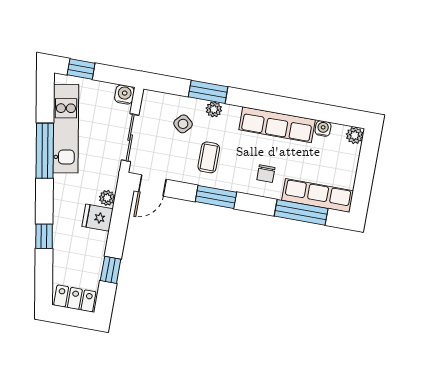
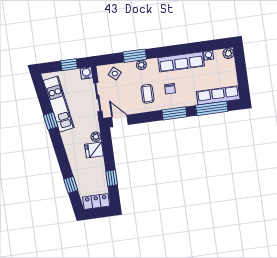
window: (81, 69) -> (69, 65), moved
side table: (183, 124) -> (115, 74), moved
window: (45, 151) -> (51, 121), width x0.46
chair: (266, 174) -> (170, 89), moved
door: (152, 186) -> (120, 121), swing flipped
window: (216, 197) -> (174, 113), moved
window: (44, 236) -> (71, 185), moved

